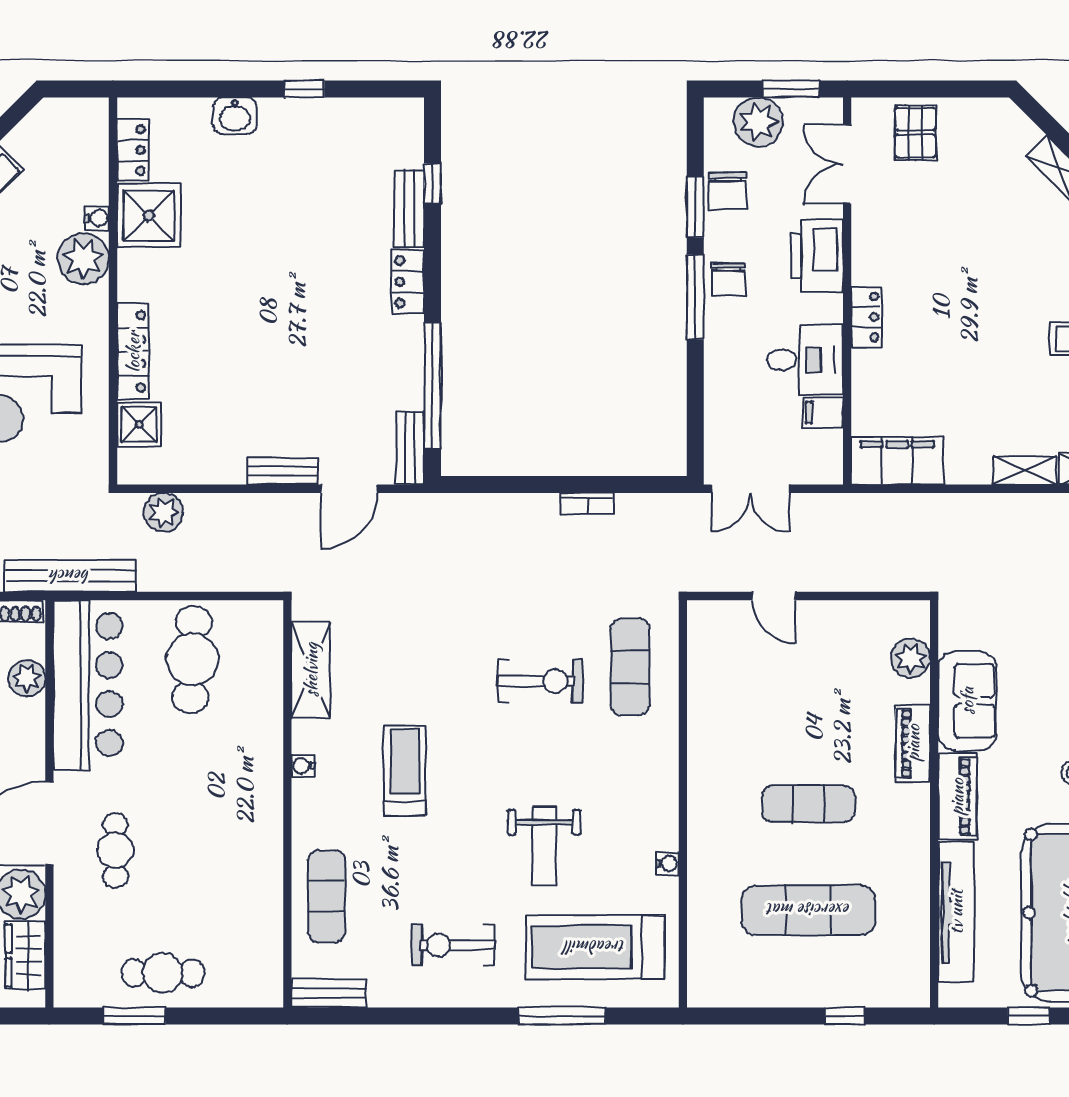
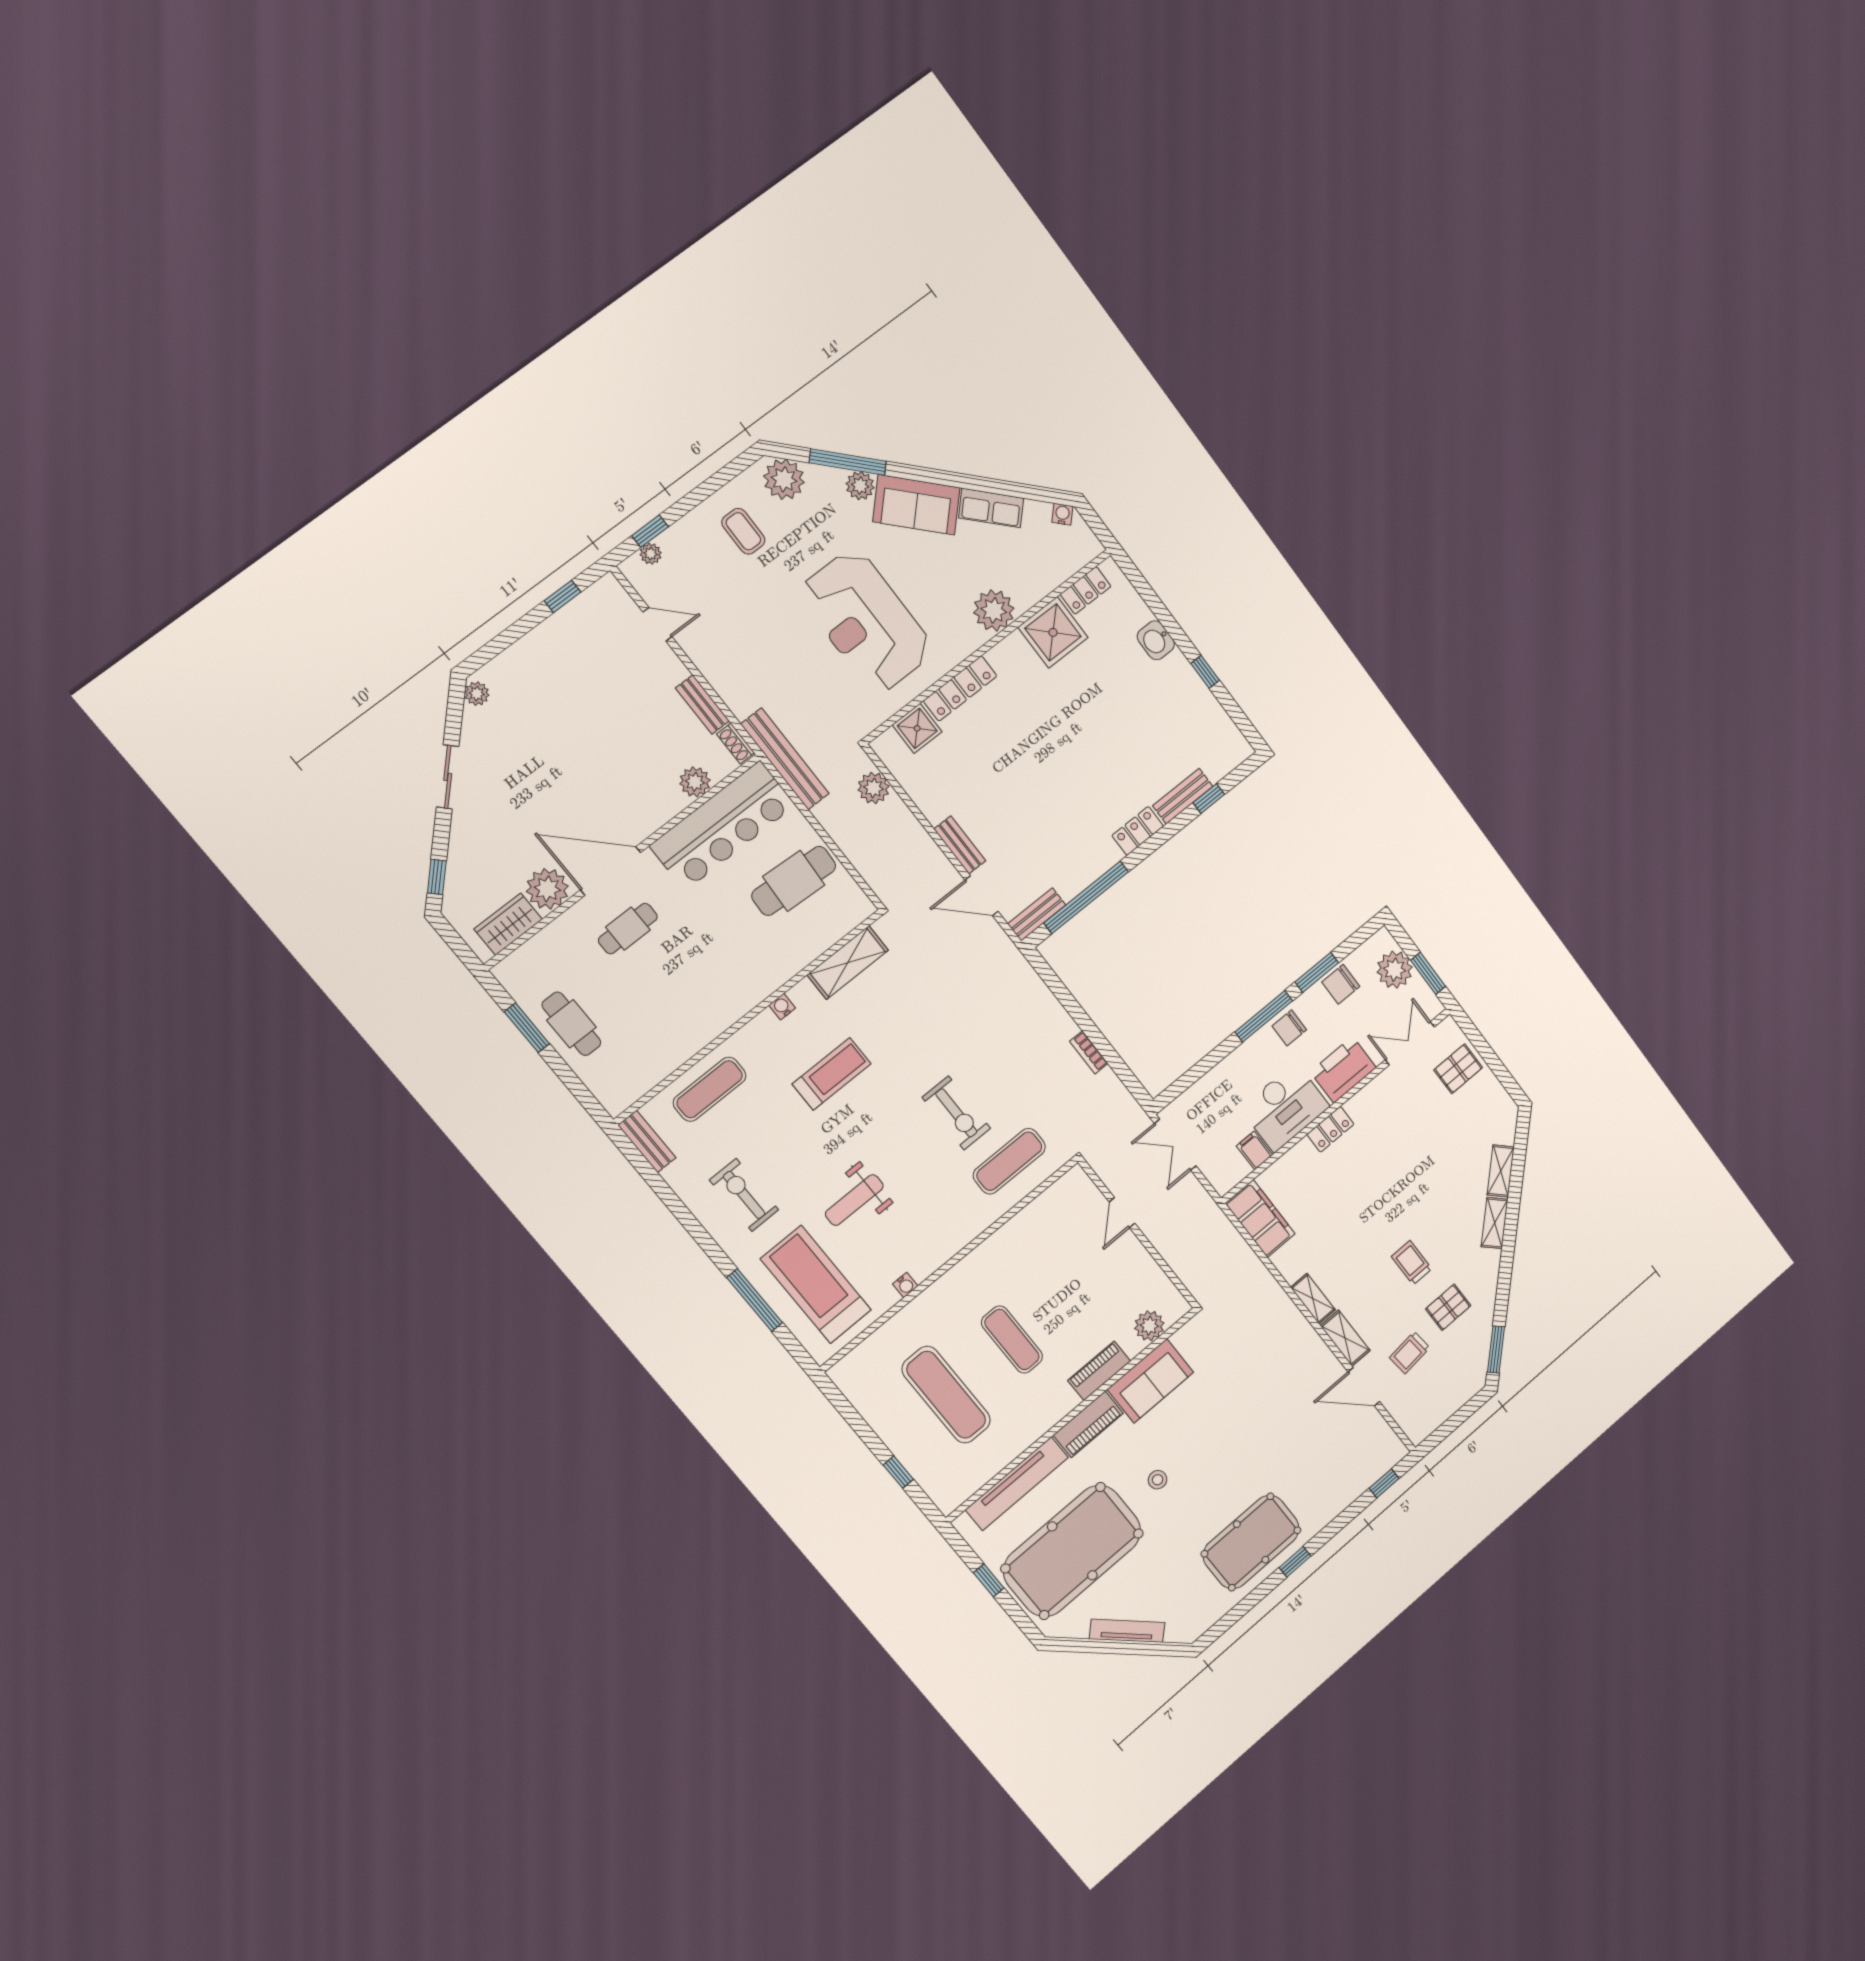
water cooler: (97, 218) -> (1062, 514), moved, turned -135
desk: (805, 360) -> (1285, 1107), width x1.37

